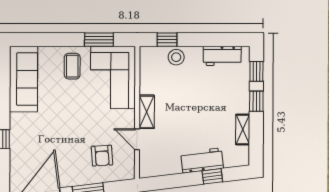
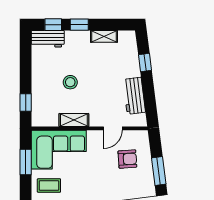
workbench: (222, 56) -> (48, 39), moved, turned 90
stool: (176, 57) -> (70, 82), moved
shelving: (147, 112) -> (74, 120), moved
workbench: (202, 160) -> (134, 96), moved

